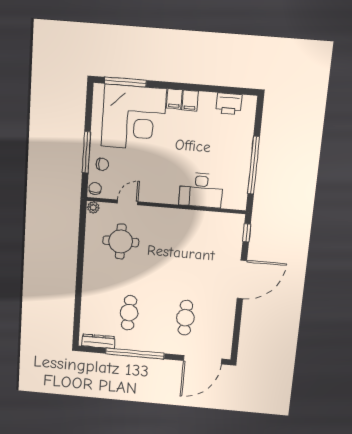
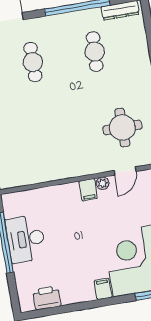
filing cabinet: (190, 101) -> (88, 190), moved, turned 180
desk: (201, 190) -> (26, 239), moved, turned -90
plant: (151, 197) -> (103, 183), added

